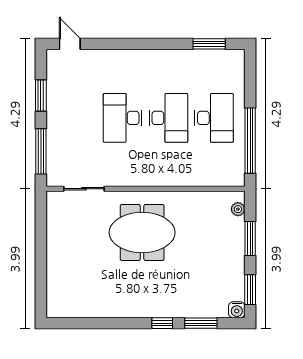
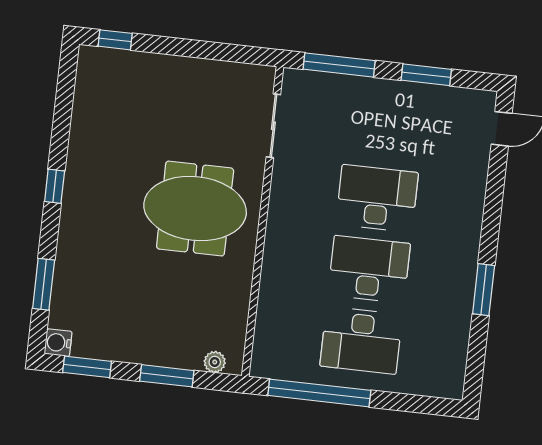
window: (209, 44) -> (484, 290), moved
desk: (168, 118) -> (369, 269), turned 180
meeting table: (142, 232) -> (195, 209), turned 90
window: (41, 295) -> (115, 40), added
window: (162, 323) -> (55, 186), moved

